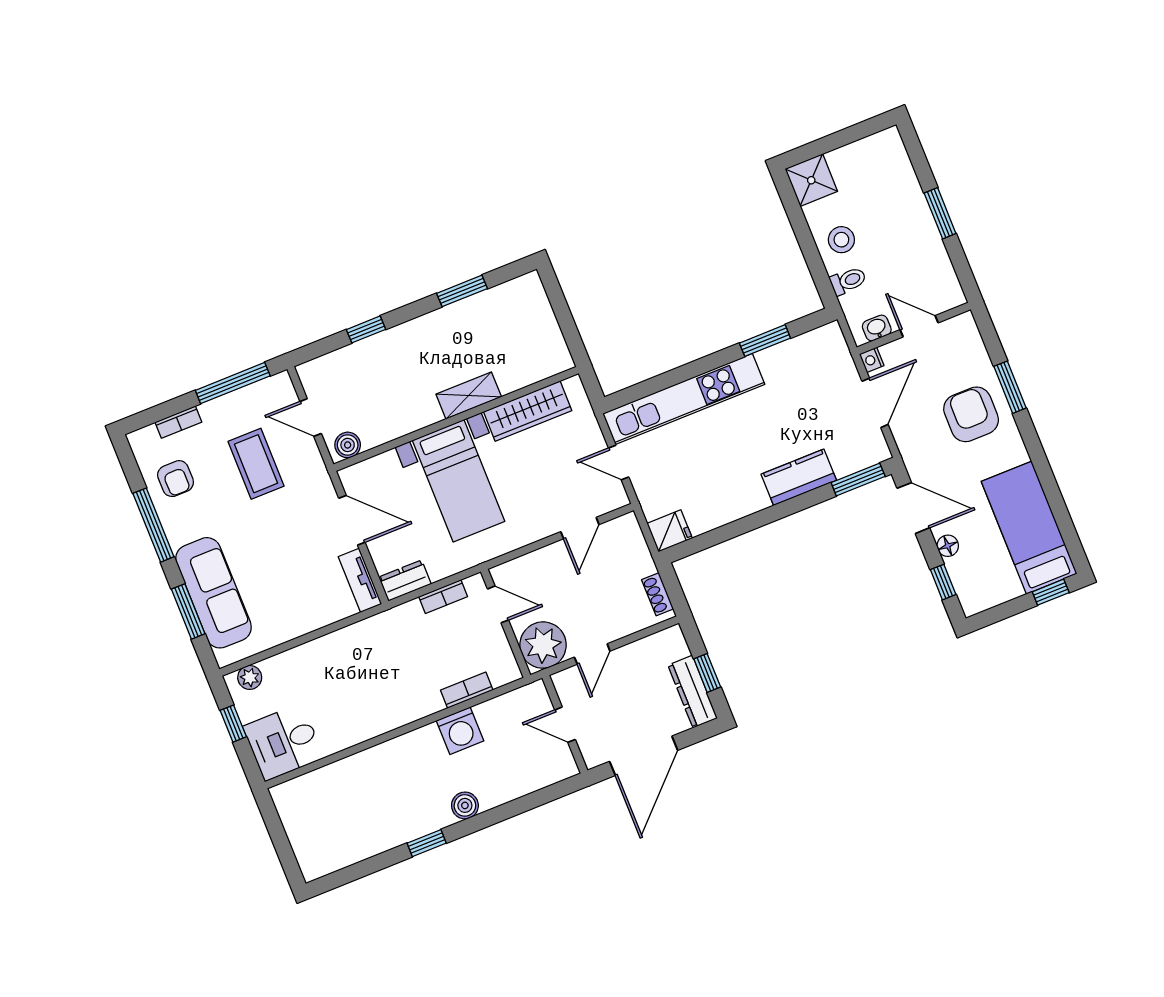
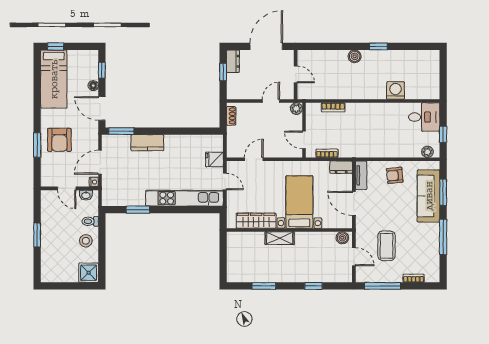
armchair: (176, 479) -> (395, 175), moved, turned -96
fridge: (670, 531) -> (214, 159), moved
plant: (543, 645) -> (296, 109), width x0.53, depth x0.53
dresser: (693, 692) -> (233, 61), width x0.70
washing machine: (460, 731) -> (395, 90), moved

